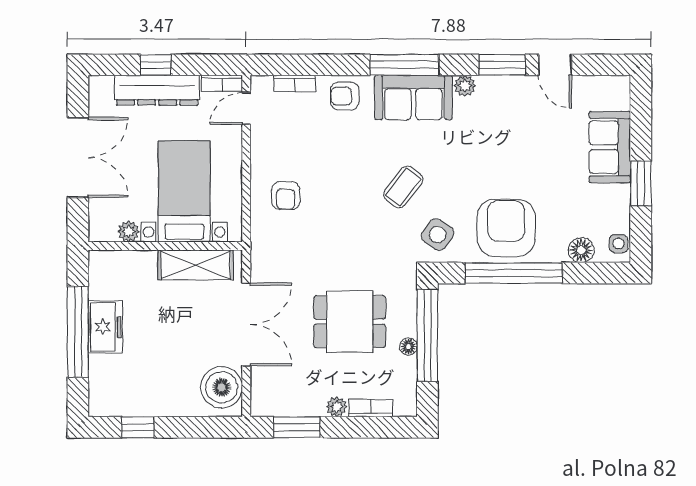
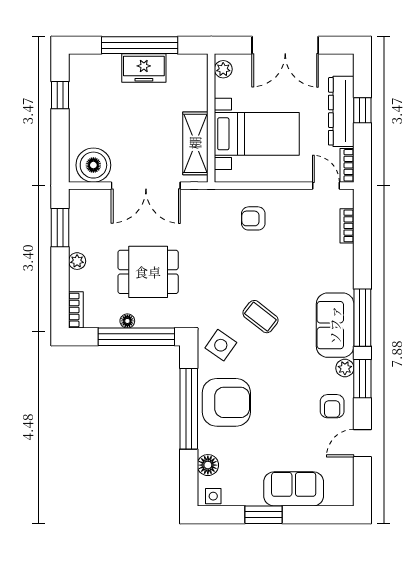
window: (502, 65) -> (362, 379), moved
armchair: (345, 96) -> (332, 406), moved, turned 180
plant: (129, 232) -> (223, 69), moved
dining table: (350, 322) -> (148, 272), turned 90
bookcase: (371, 408) -> (76, 310), moved

